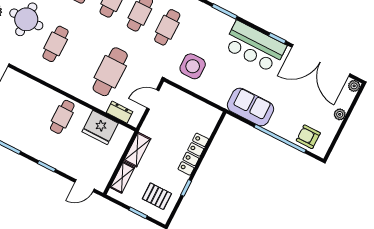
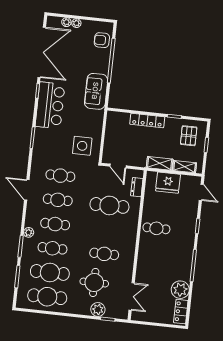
plant: (354, 86) -> (66, 22), moved
fridge: (100, 127) -> (168, 183), moved, turned 90
armchair: (308, 137) -> (102, 40), turned 90

